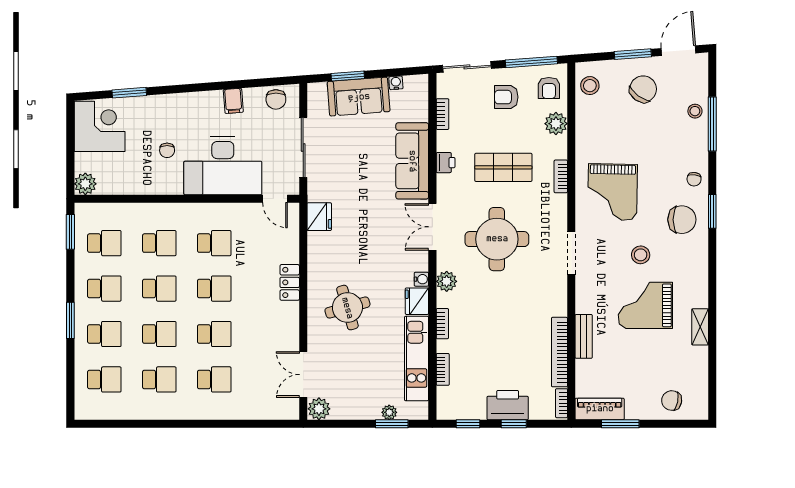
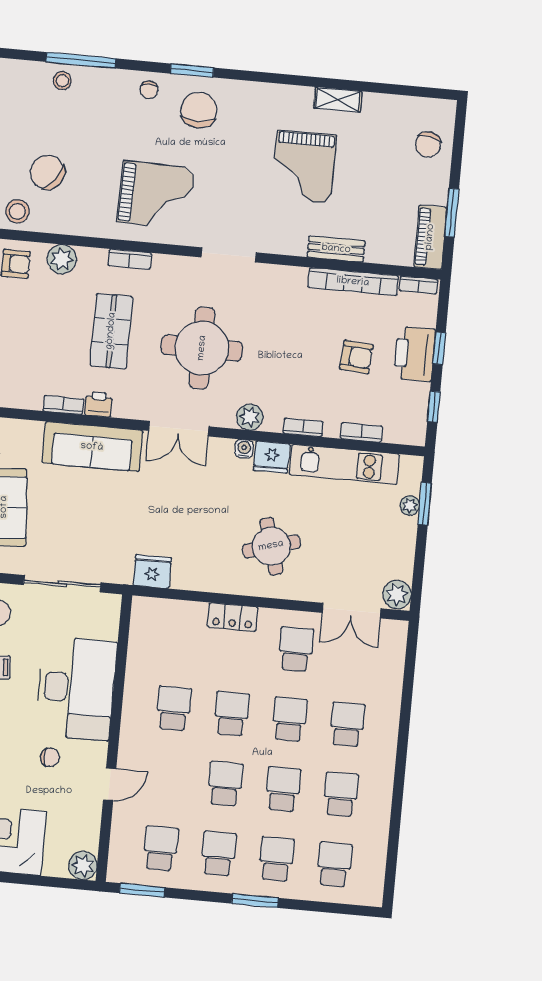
chair: (643, 89) -> (47, 172), moved
armchair: (506, 97) -> (356, 357), moved, turned -86
bookcase: (442, 114) -> (63, 405), moved
chair: (694, 179) -> (149, 90), turned 84
door: (275, 199) -> (110, 784), moved
school desk: (159, 243) -> (296, 649), moved
stool: (641, 255) -> (239, 167), removed

